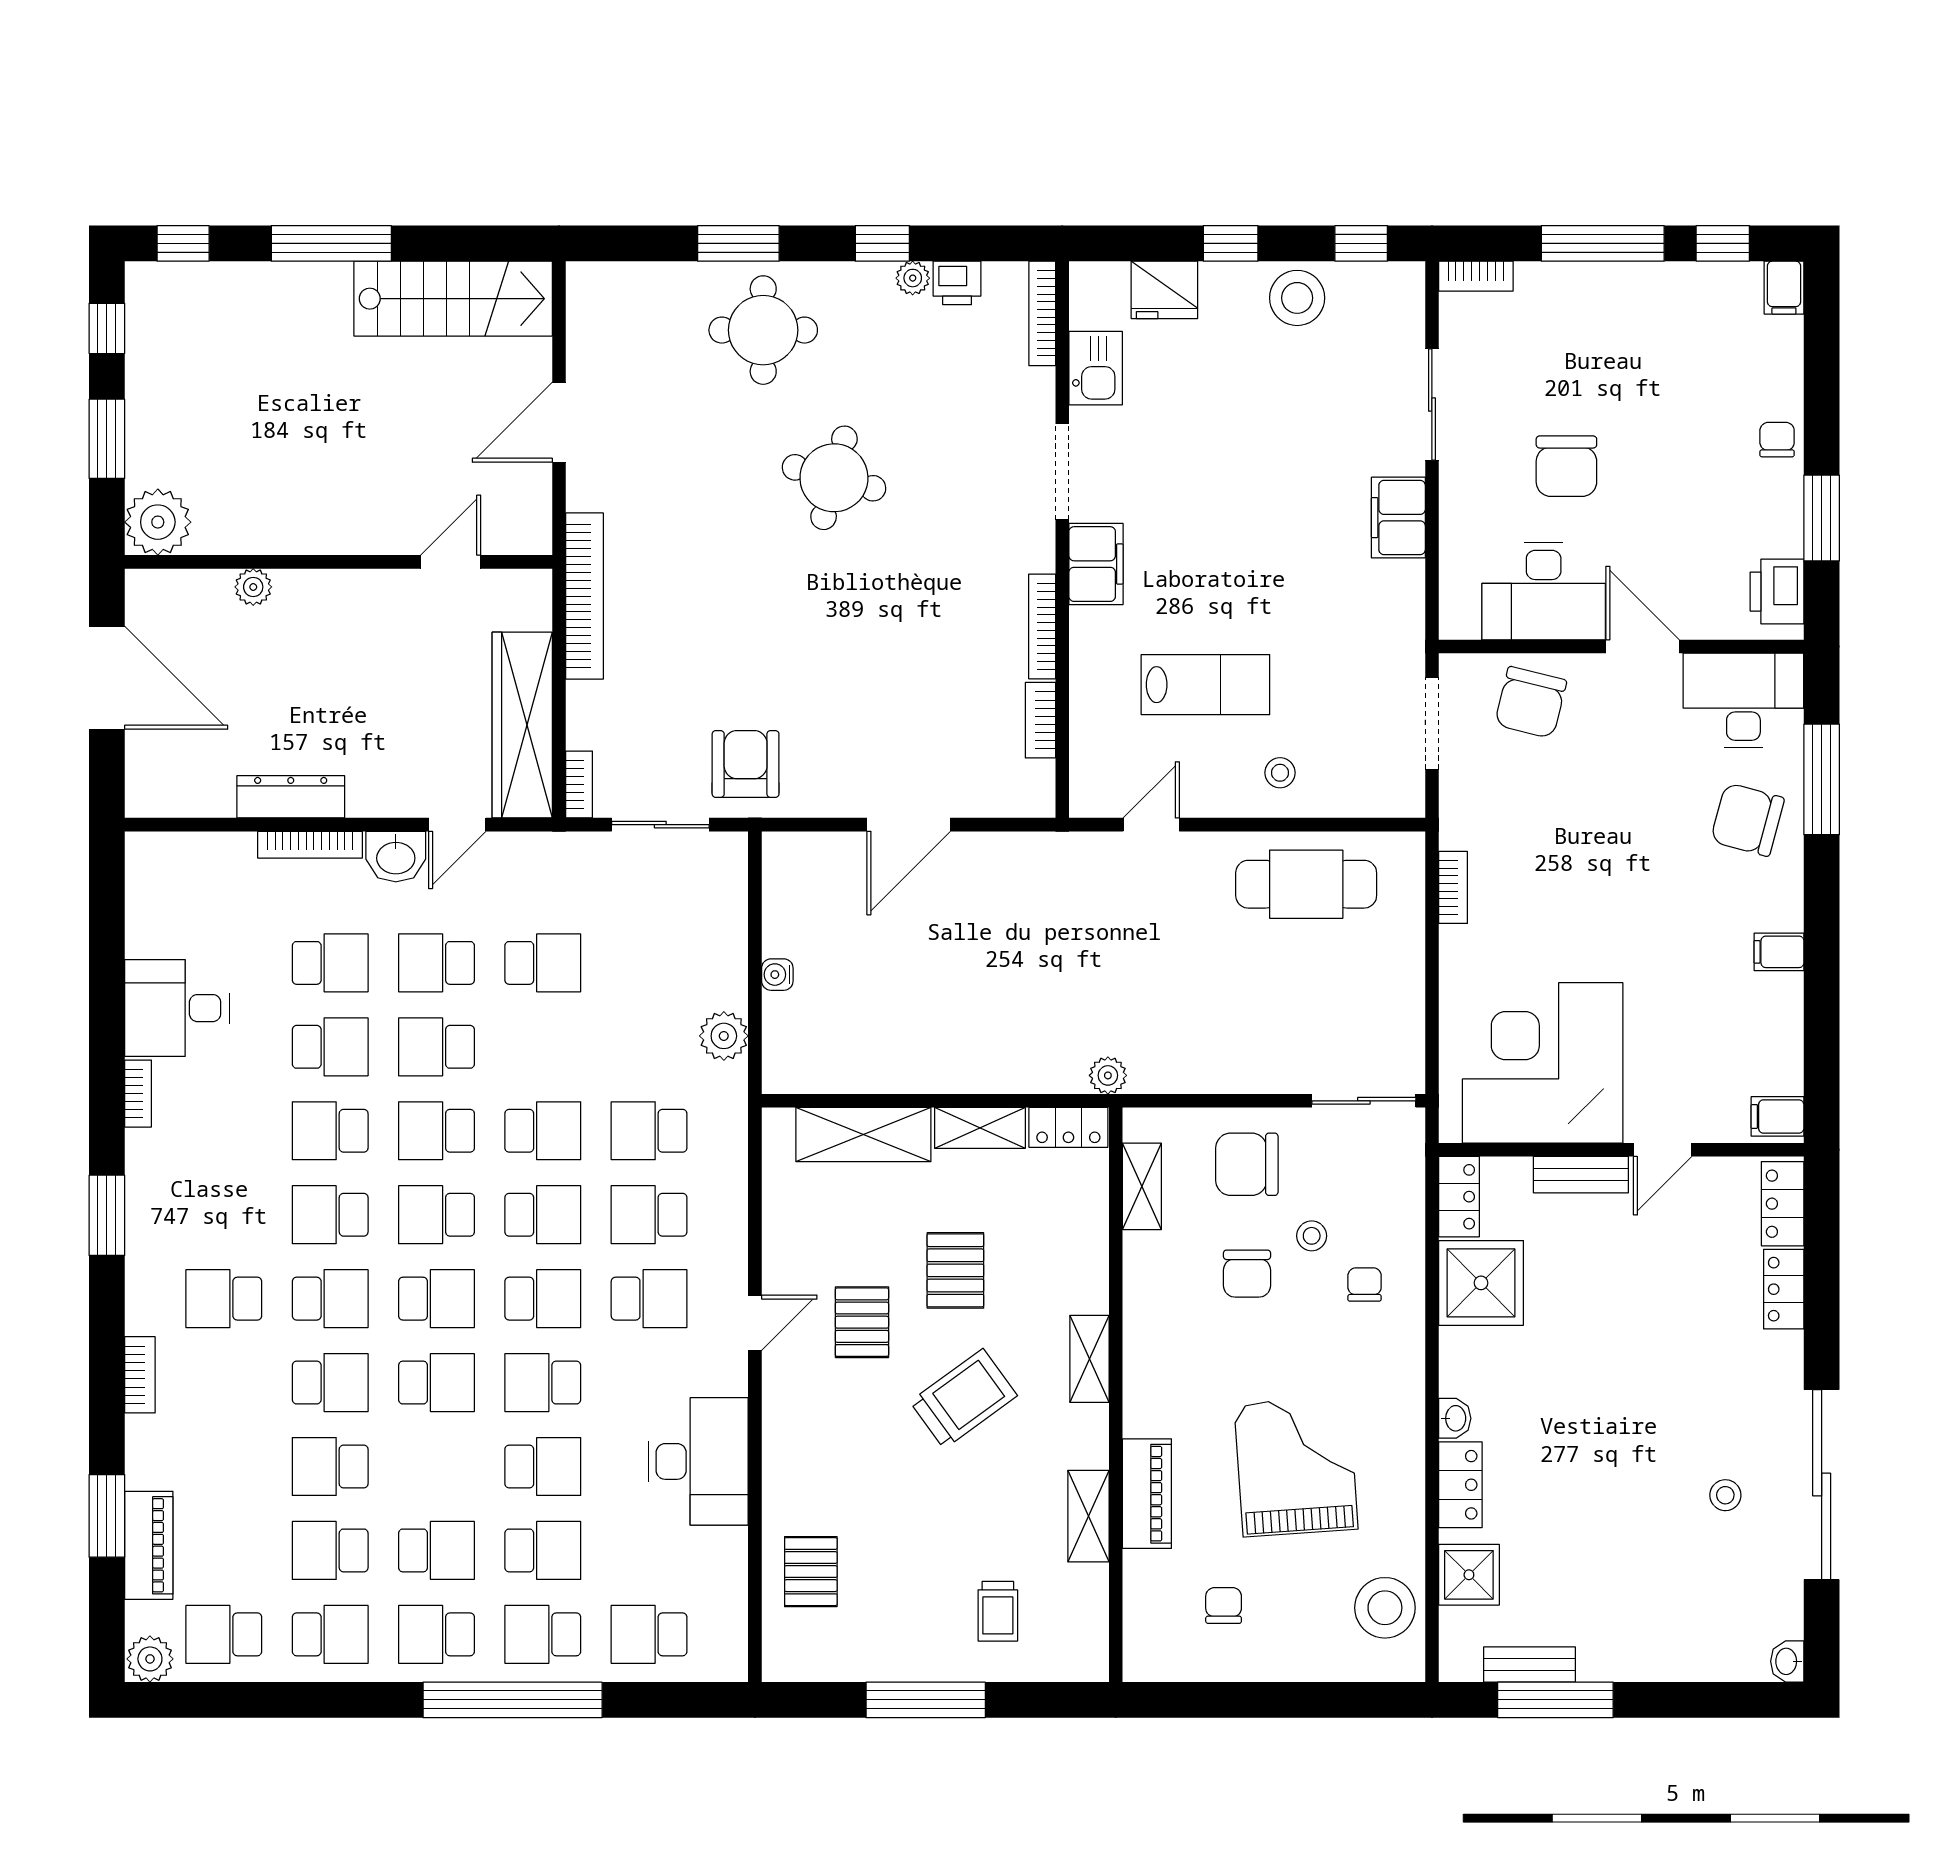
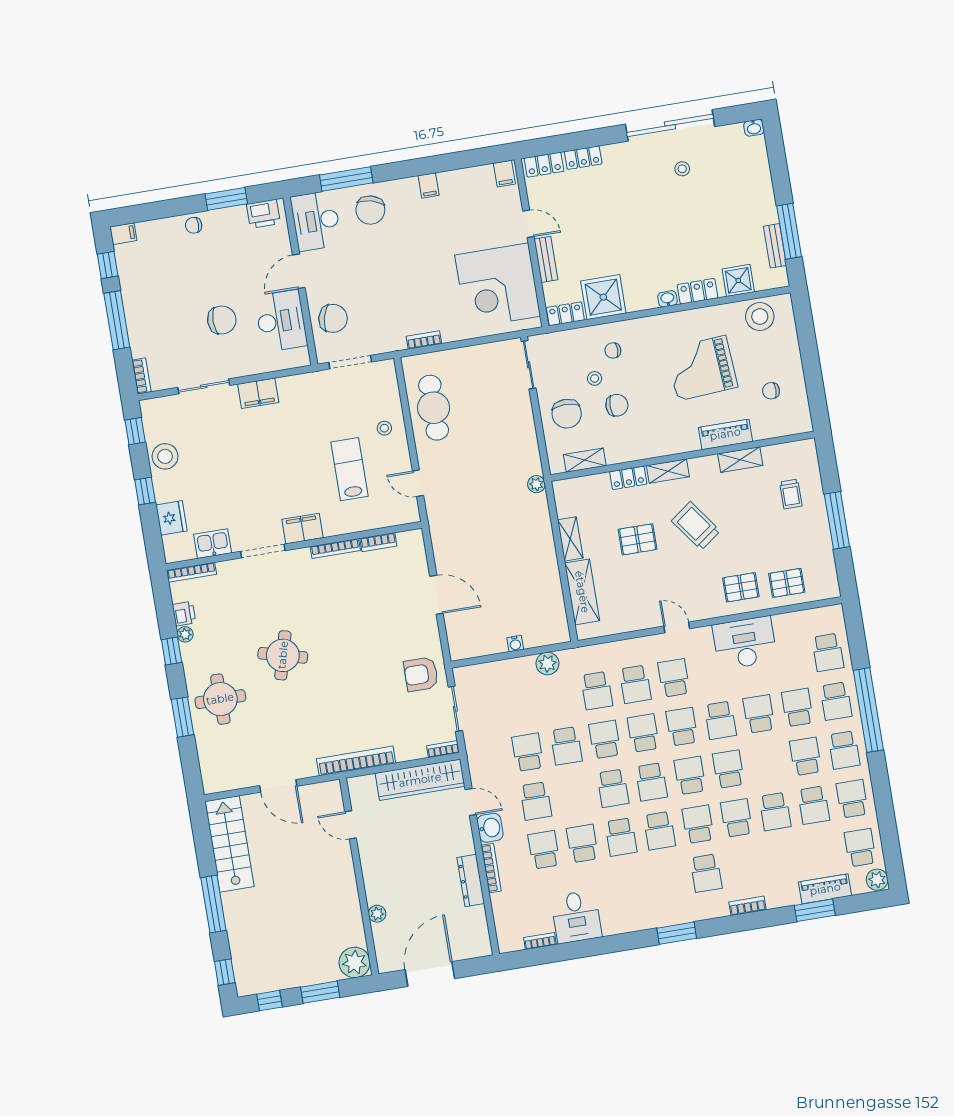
school desk: (436, 1047) -> (566, 746), moved
bookcase: (138, 1094) -> (540, 941), moved
locker: (1068, 1127) -> (628, 478), moved, turned 90
pallet: (862, 1322) -> (741, 587), moved
trolley: (998, 1611) -> (791, 494), turned 90
school desk: (224, 1634) -> (860, 848), turned 180

